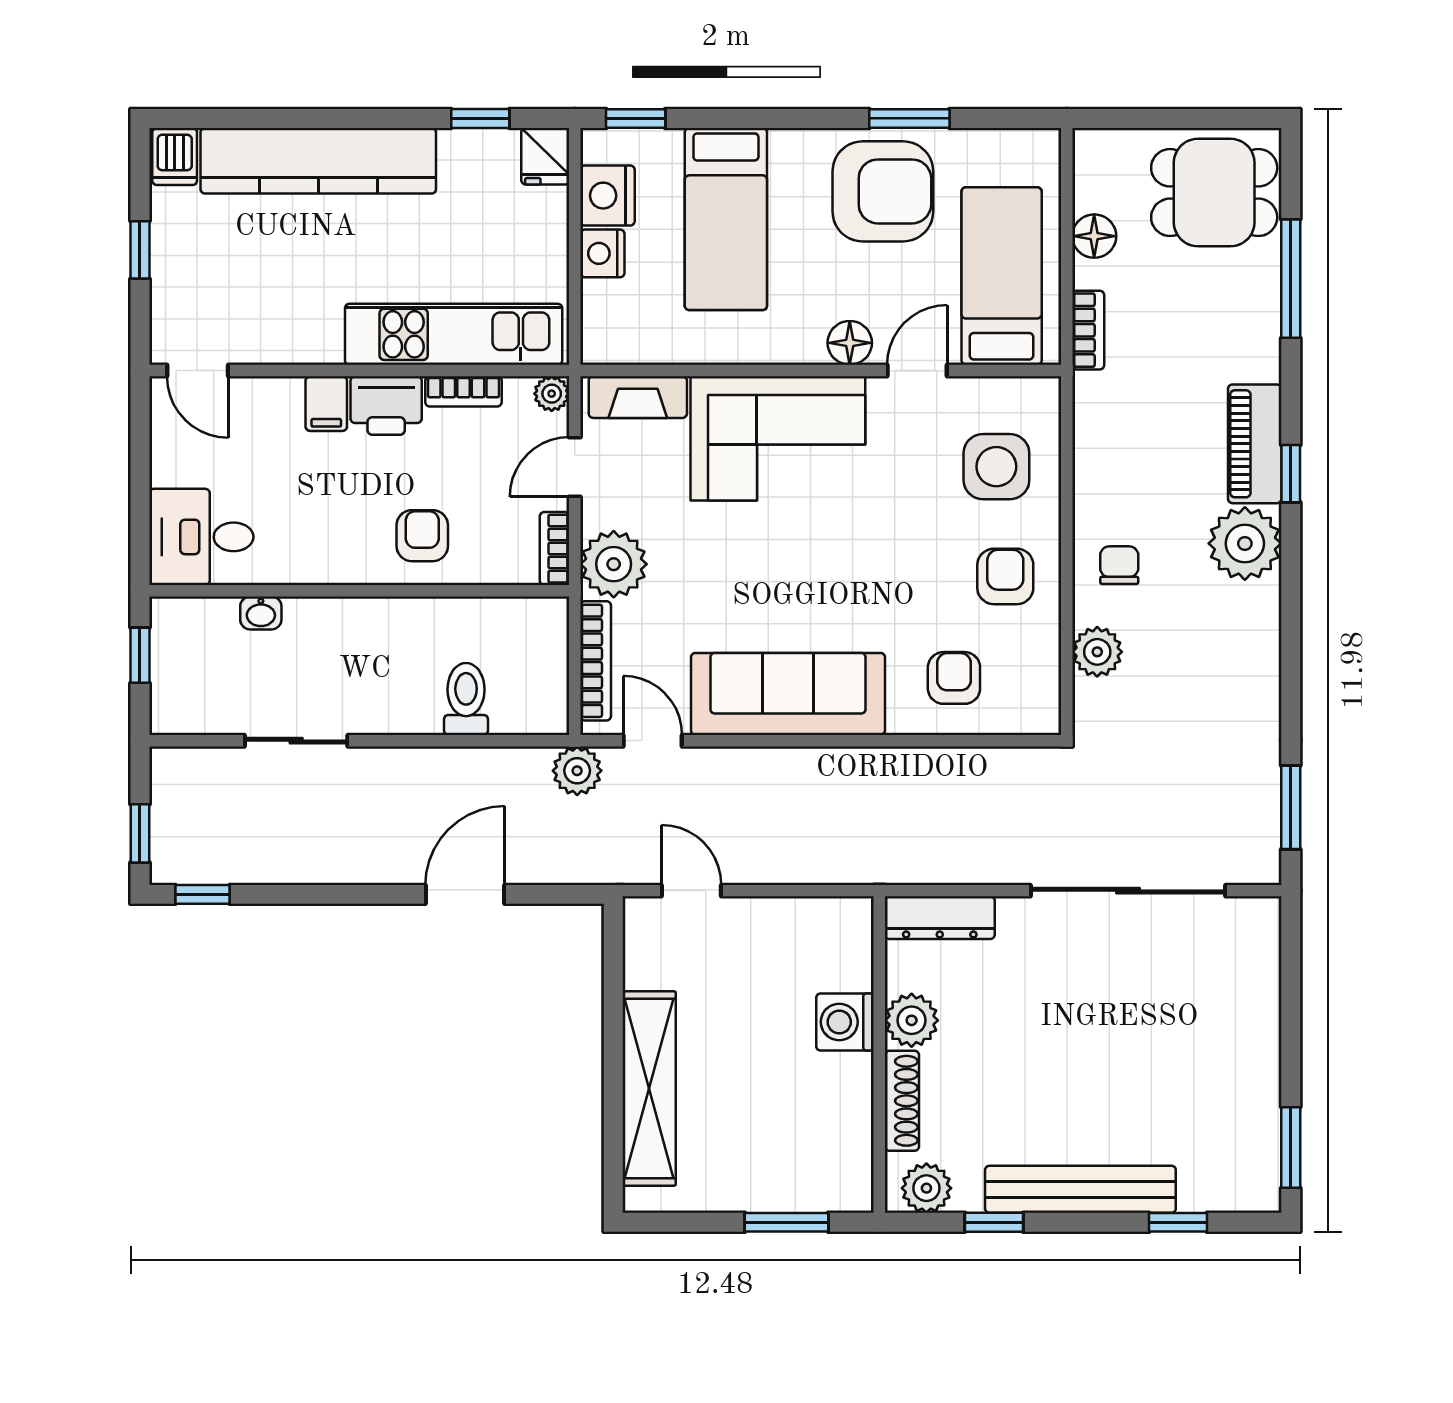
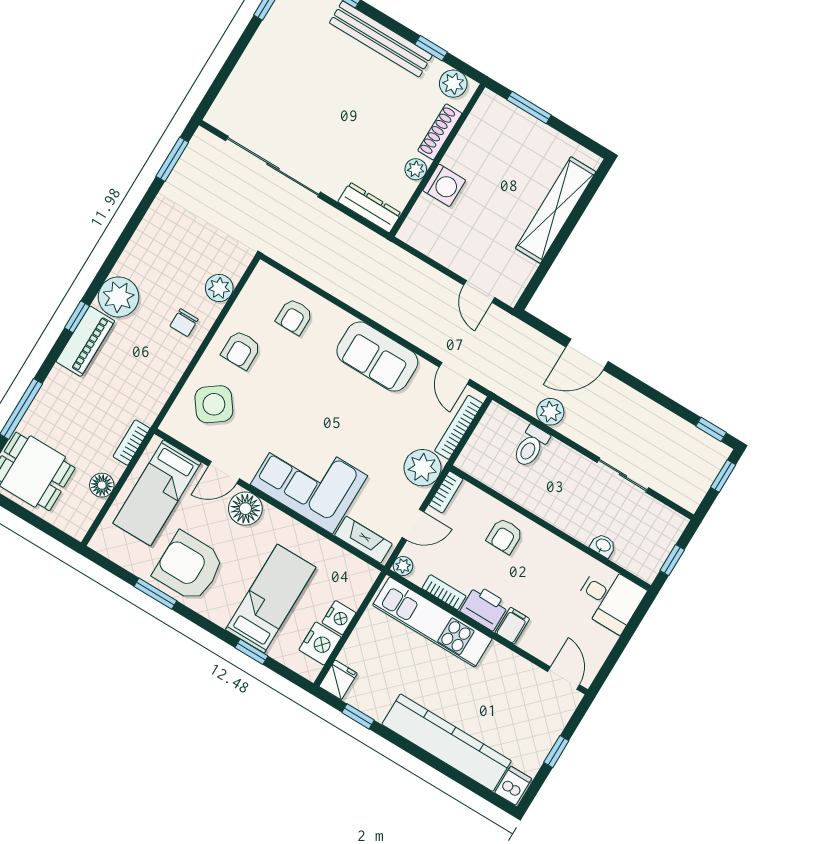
window: (636, 118) -> (251, 652), moved
floor lamp: (850, 343) -> (245, 509), width x1.38, depth x1.38
side table: (996, 467) -> (214, 404), turned -36
sofa: (788, 694) -> (377, 357), width x0.73
plant: (577, 771) -> (550, 412), moved
plant: (912, 1020) -> (416, 169), width x0.73, depth x0.73

